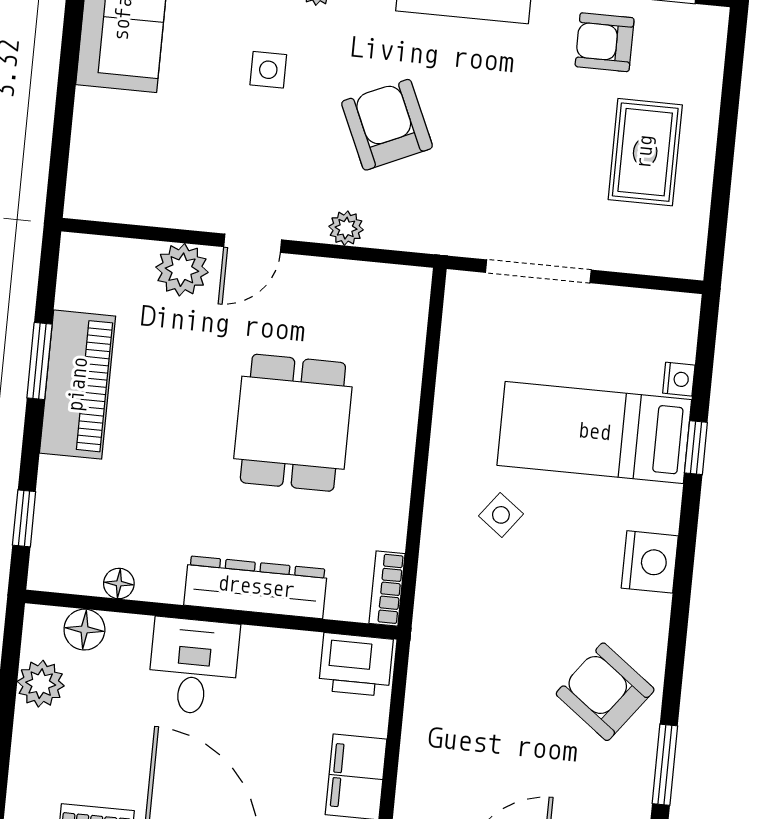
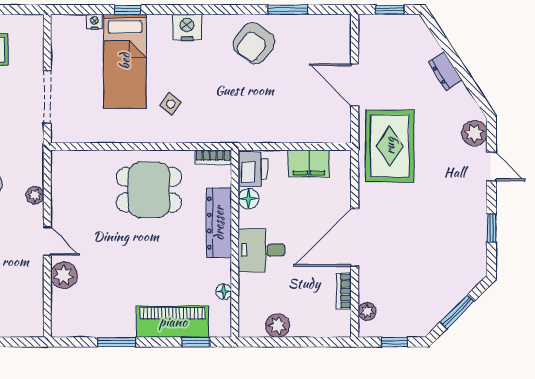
piano: (78, 385) -> (173, 322), moved
dining table: (293, 423) -> (149, 190), moved
floor lamp: (84, 630) -> (248, 199), moved

